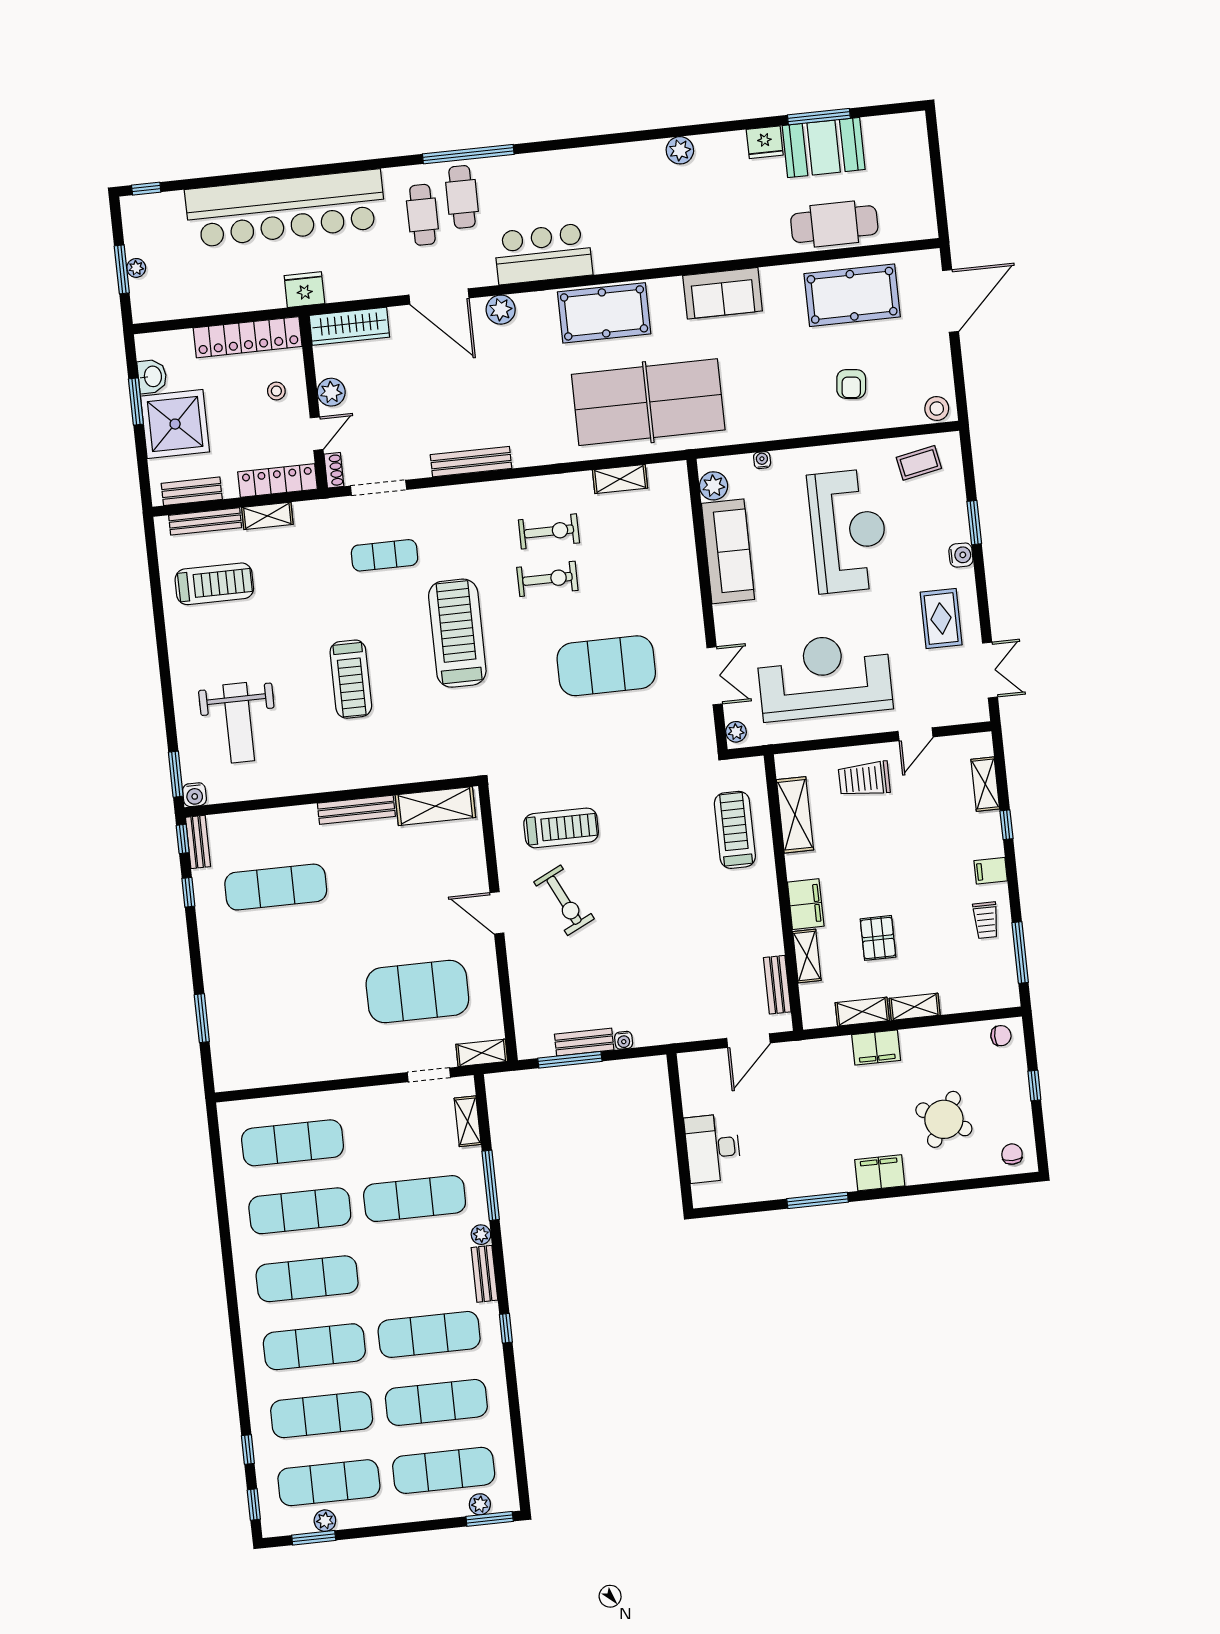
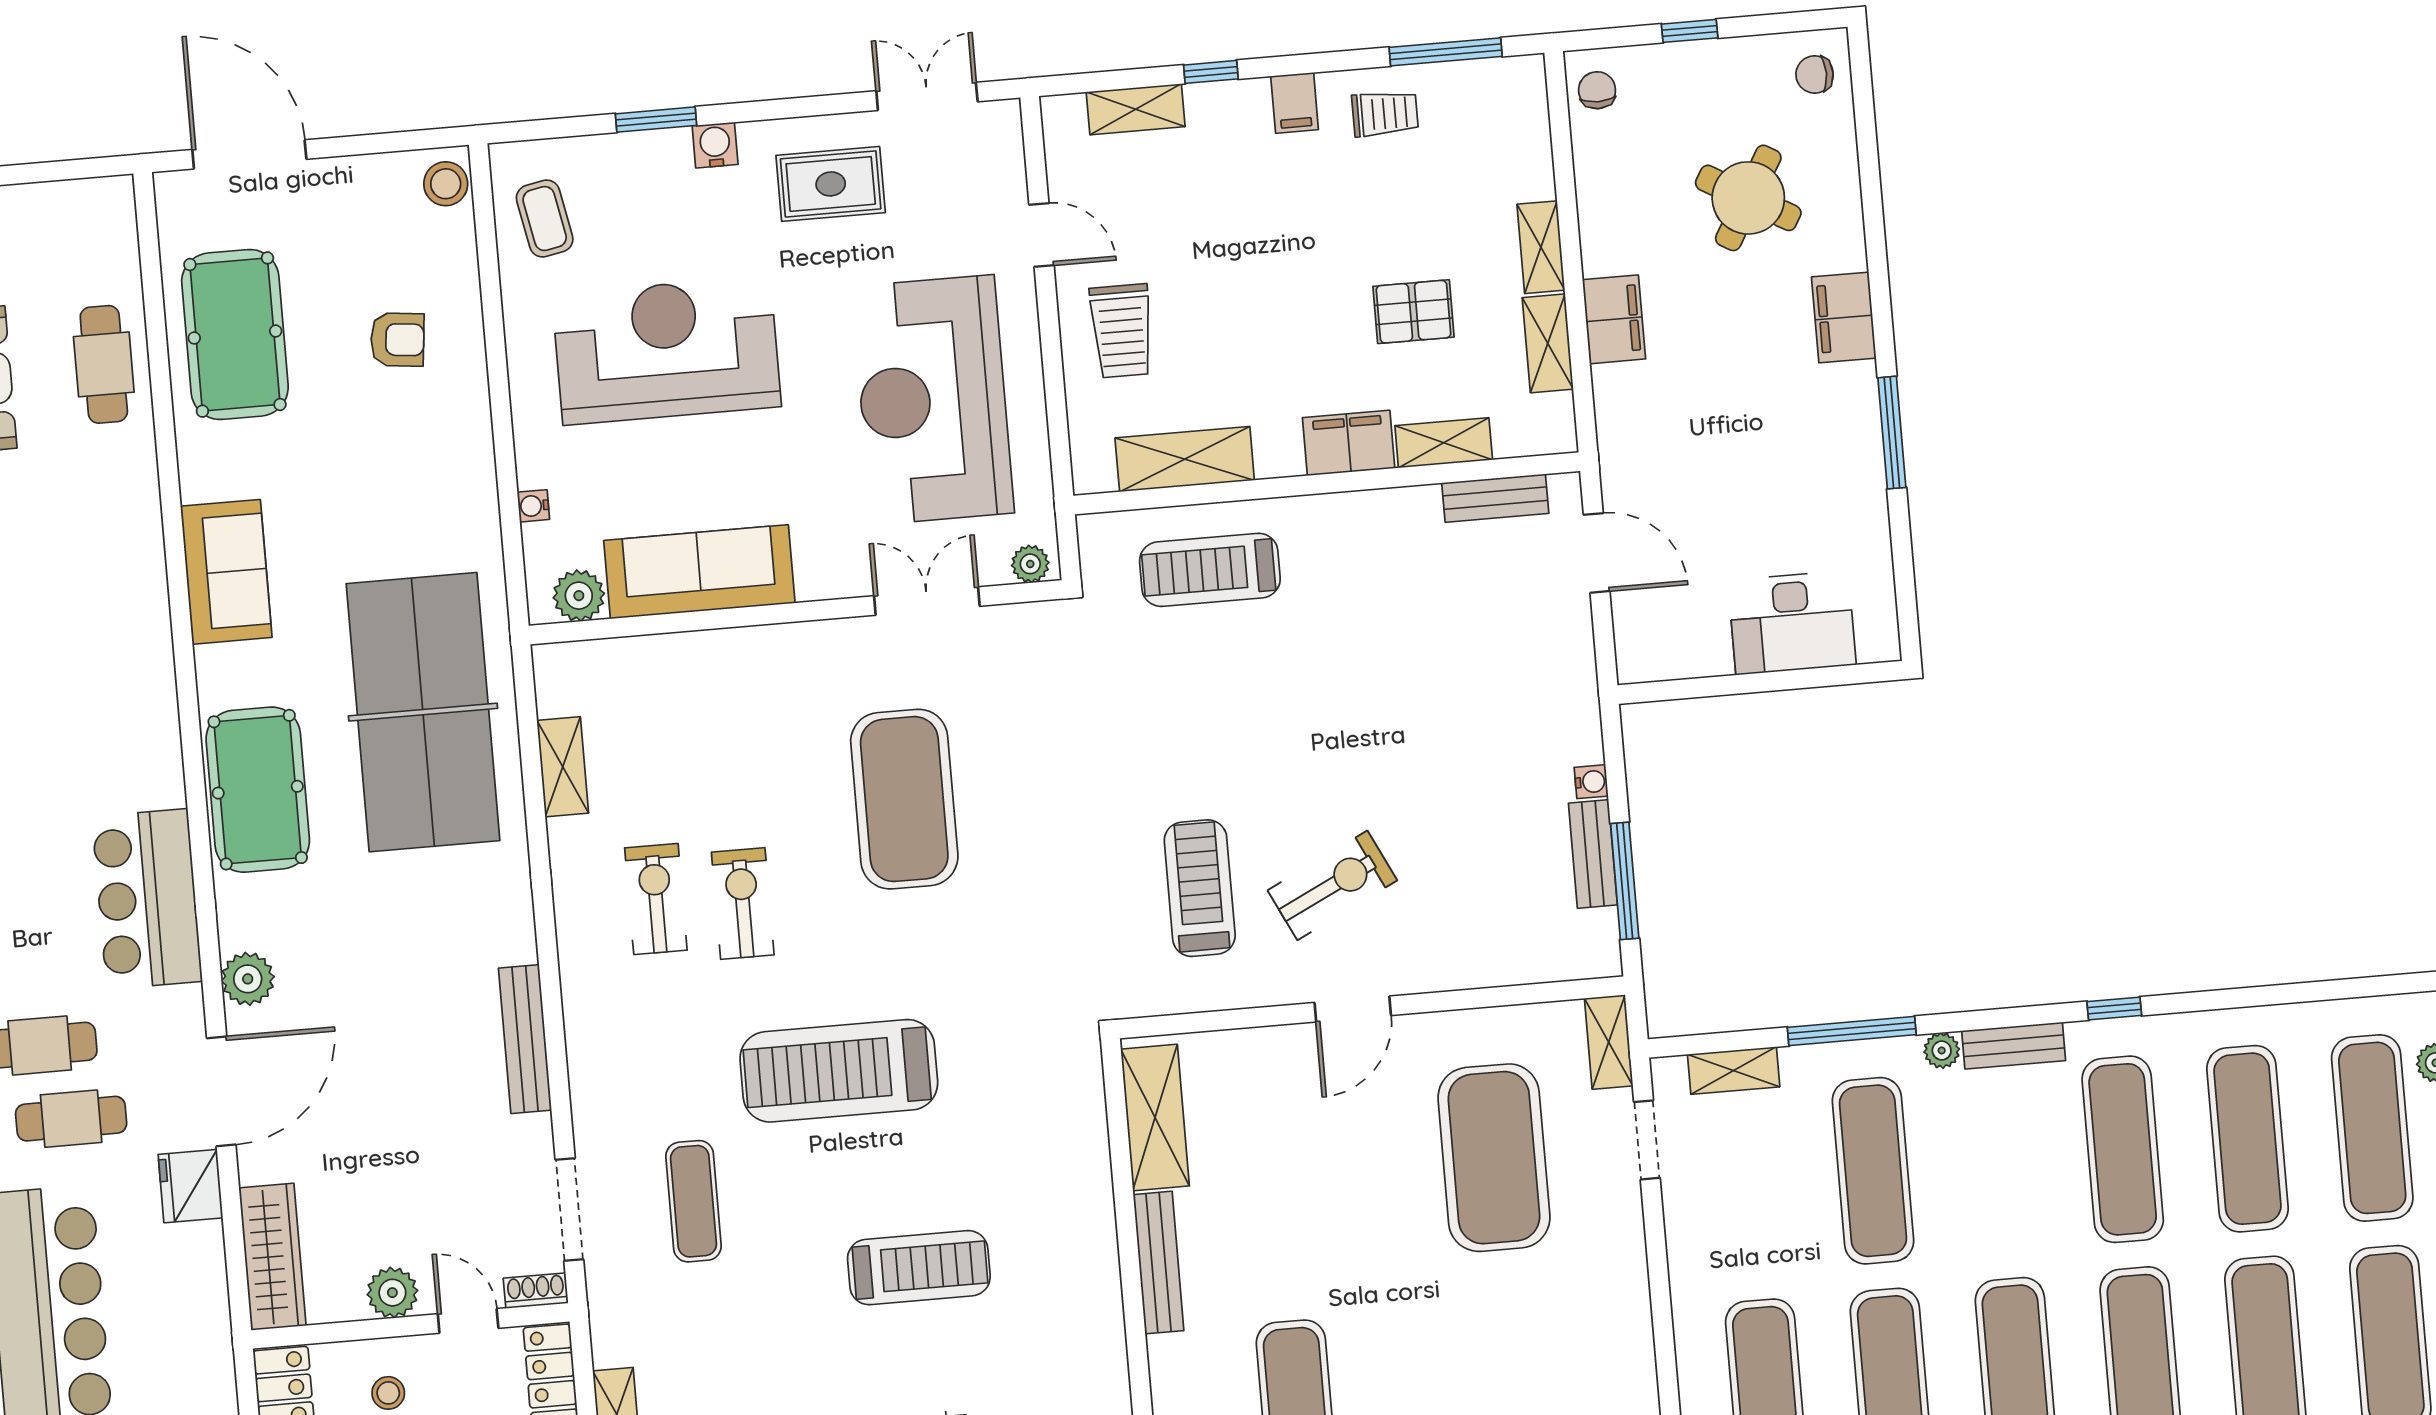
cafe table: (834, 224) -> (104, 364), width x0.73, depth x0.74
fridge: (304, 290) -> (190, 1186), moved

